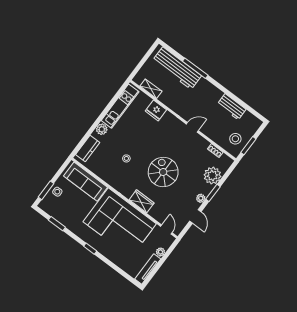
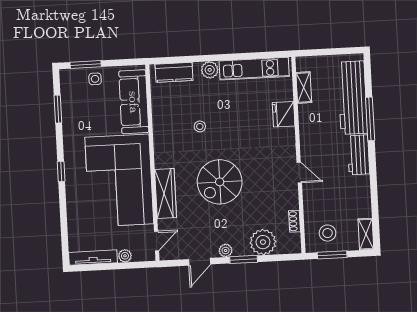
workbench: (232, 107) -> (359, 155), moved
shelving: (252, 120) -> (366, 234), added
spiral stairs: (163, 172) -> (220, 182), turned 180
wardrobe: (142, 201) -> (166, 194), width x1.50

